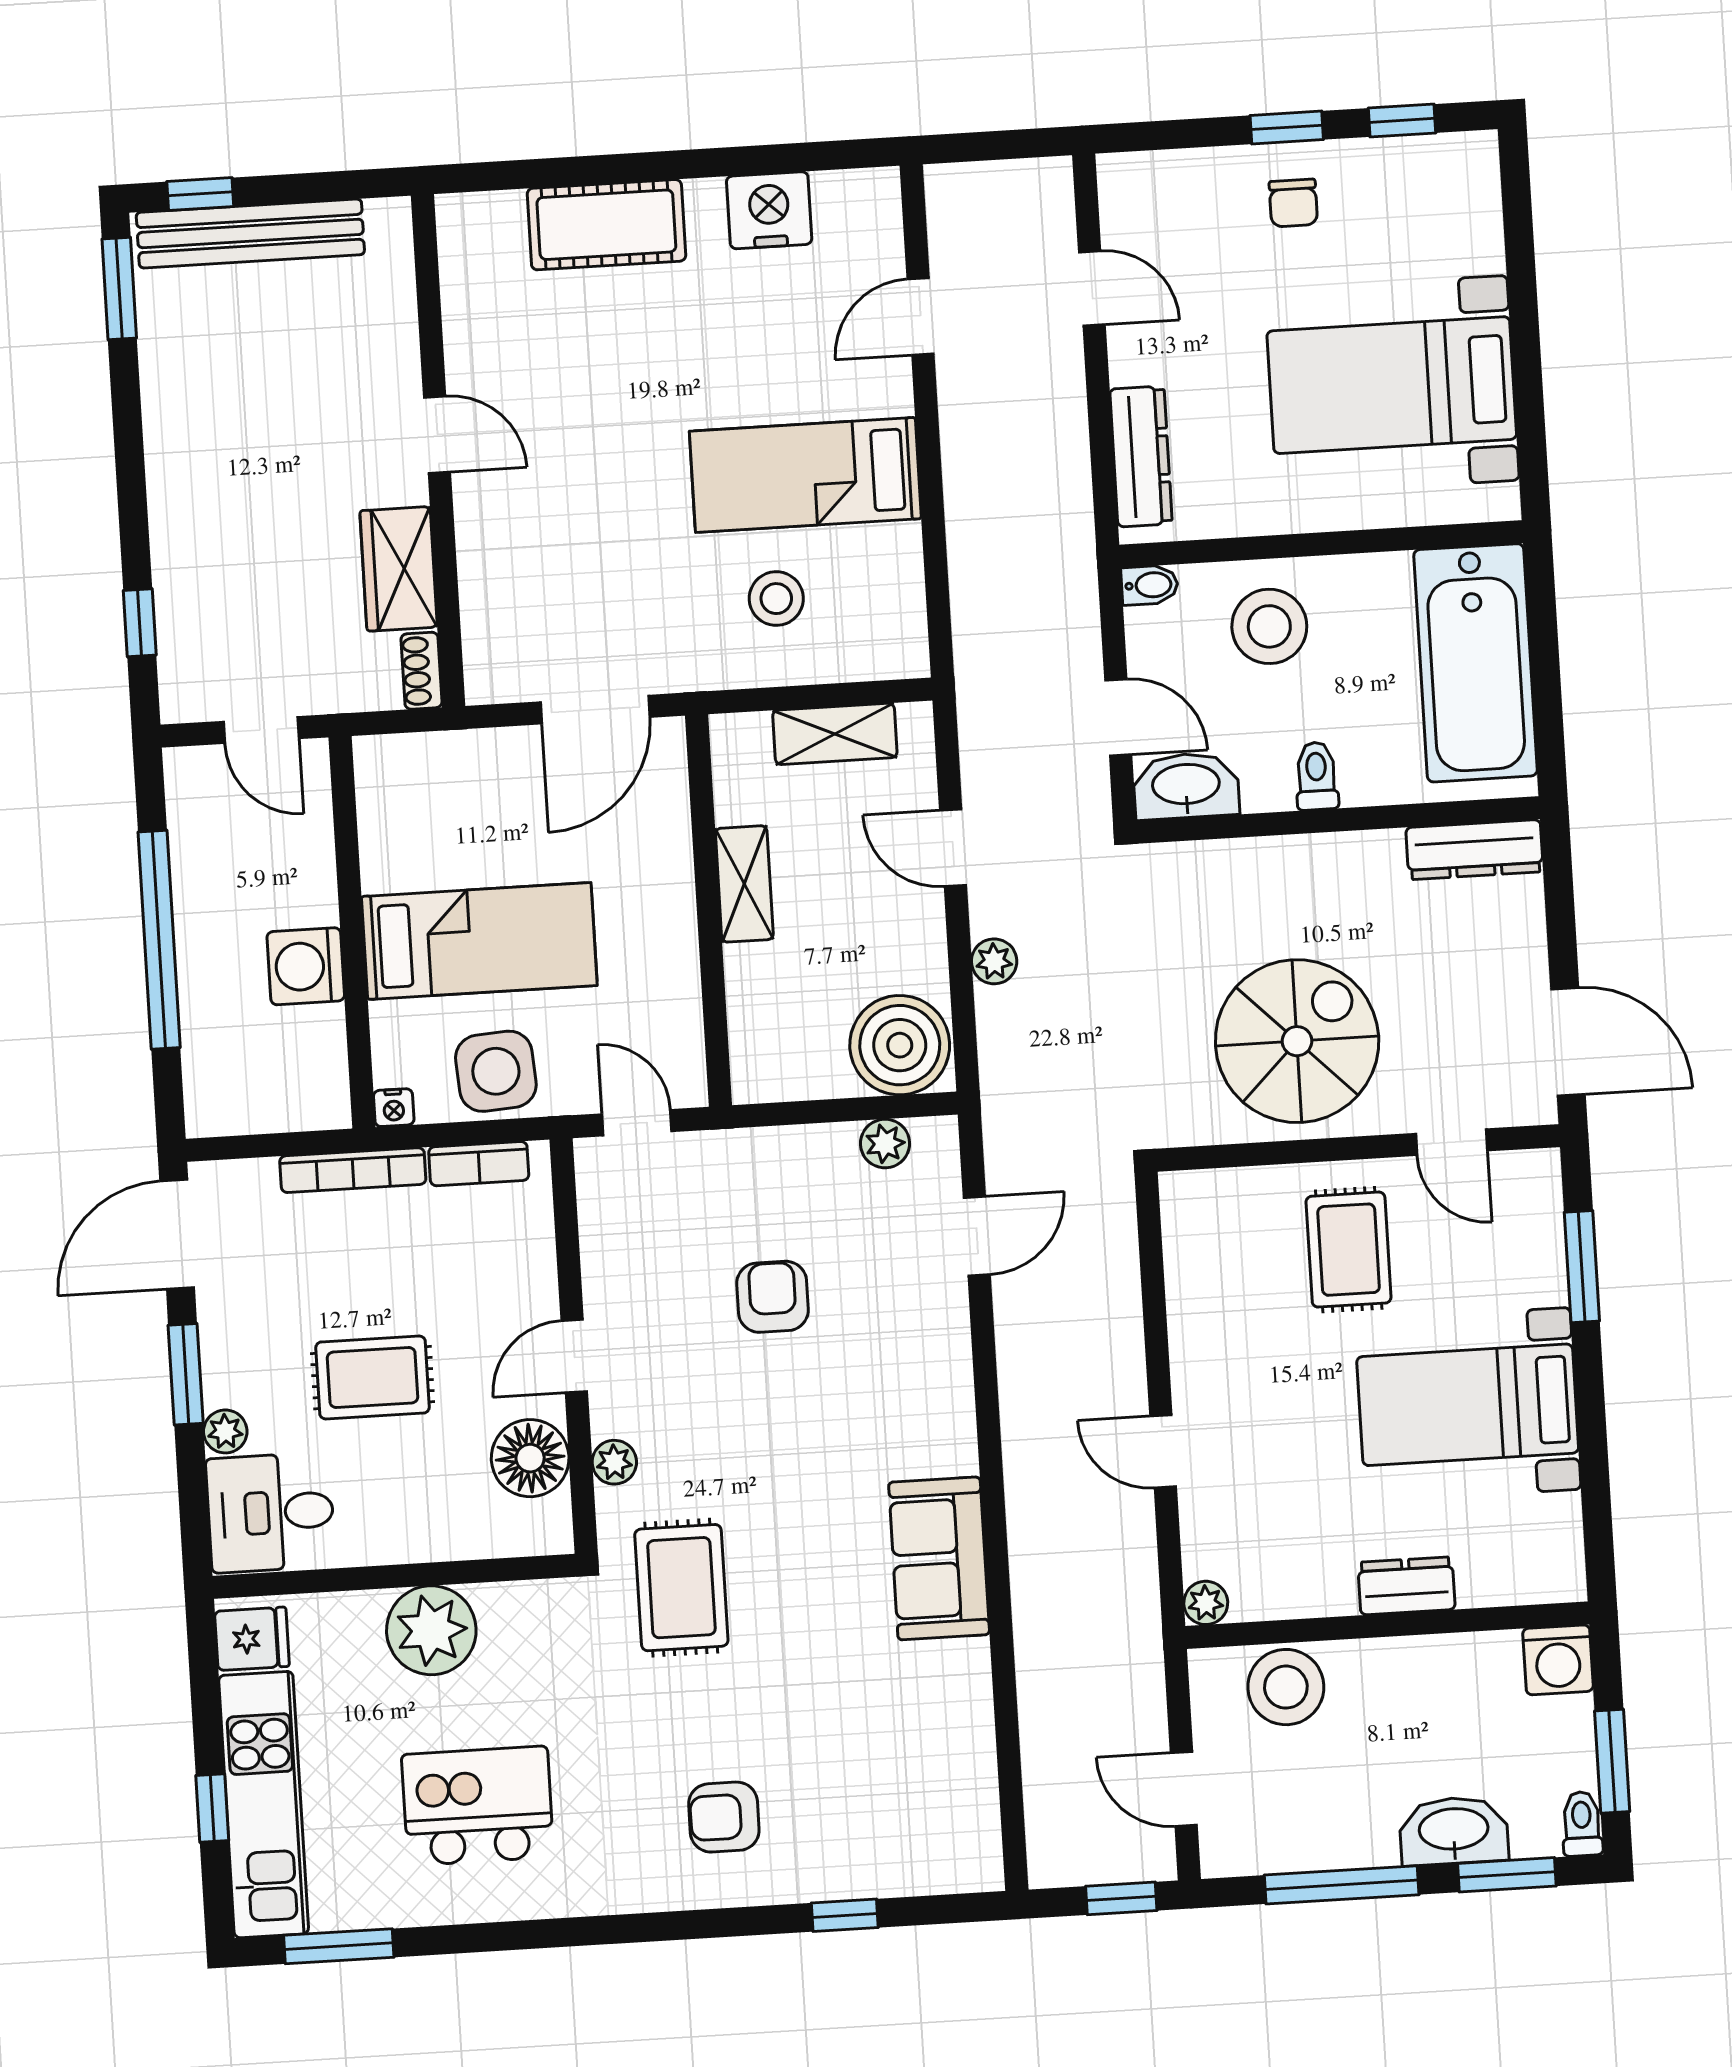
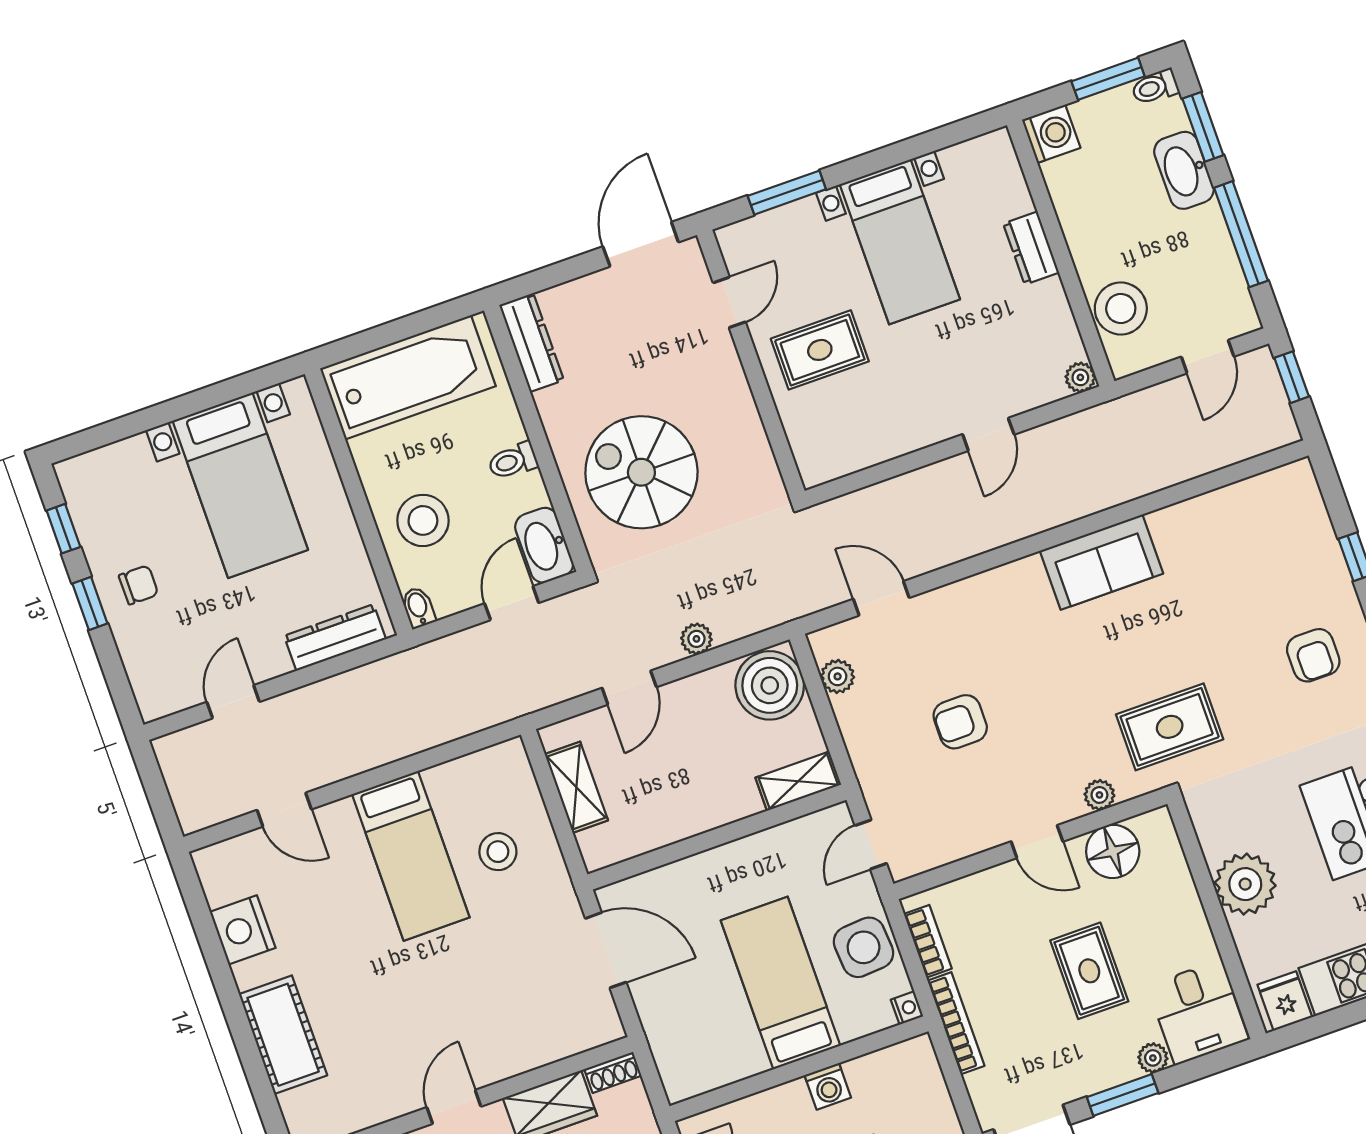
shelving: (744, 884) -> (798, 781), moved
washing machine: (306, 966) -> (828, 1086), width x0.73, depth x0.73
spiral stairs: (1297, 1041) -> (641, 472), moved

